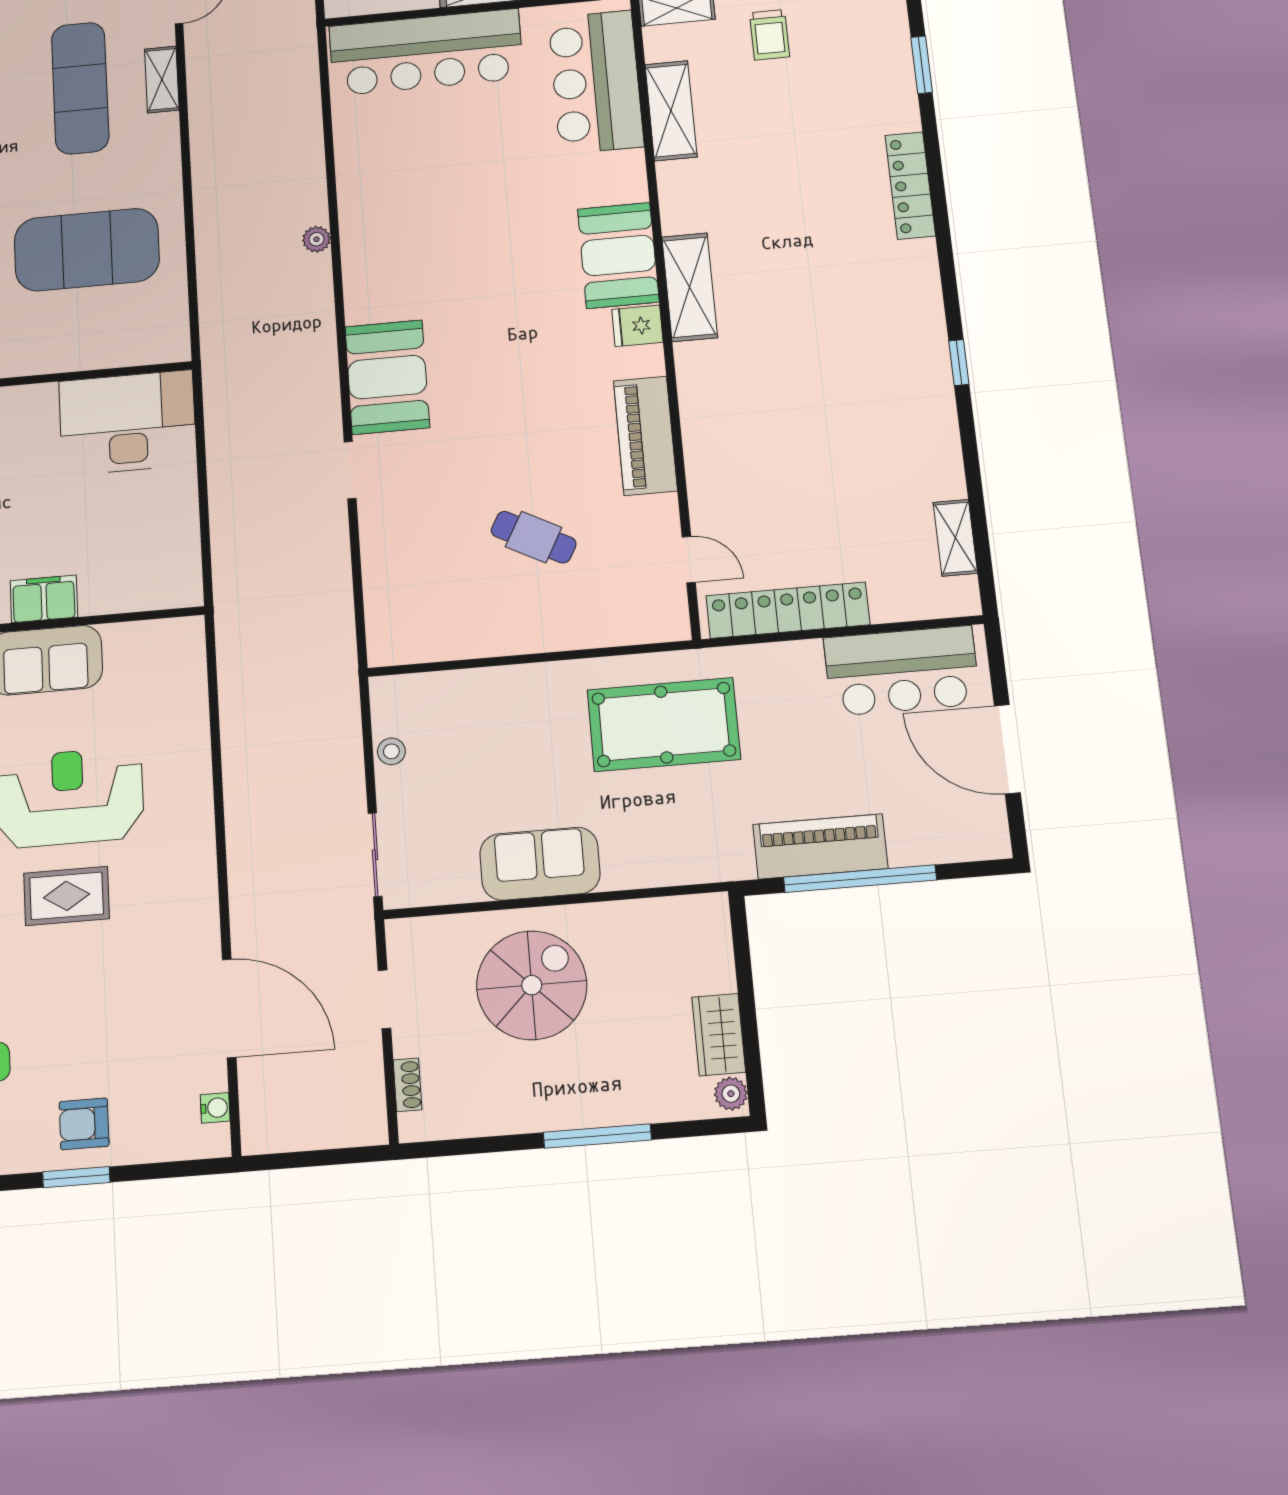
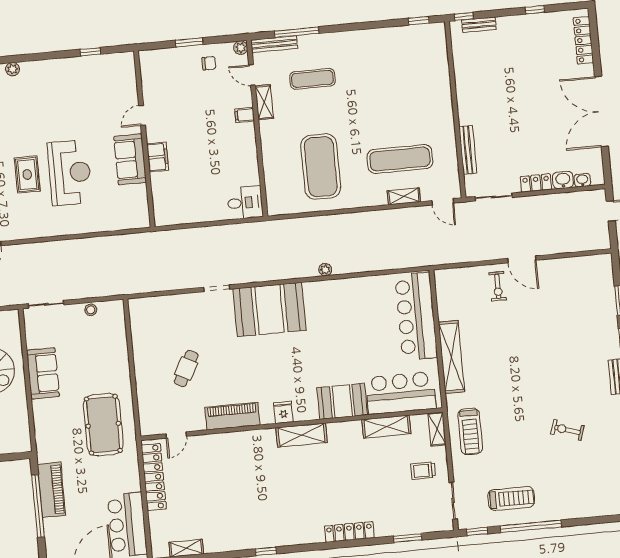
booth: (618, 255) -> (342, 401), moved
booth: (387, 377) -> (269, 309), width x1.36, depth x1.42
desk: (128, 423) -> (245, 203), width x0.53, depth x0.77

